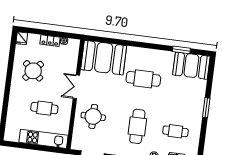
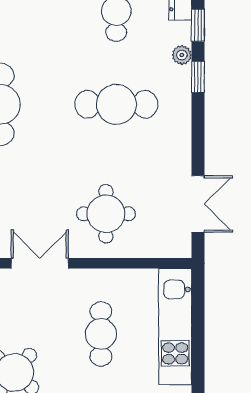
double door: (76, 87) -> (40, 263), swing flipped

